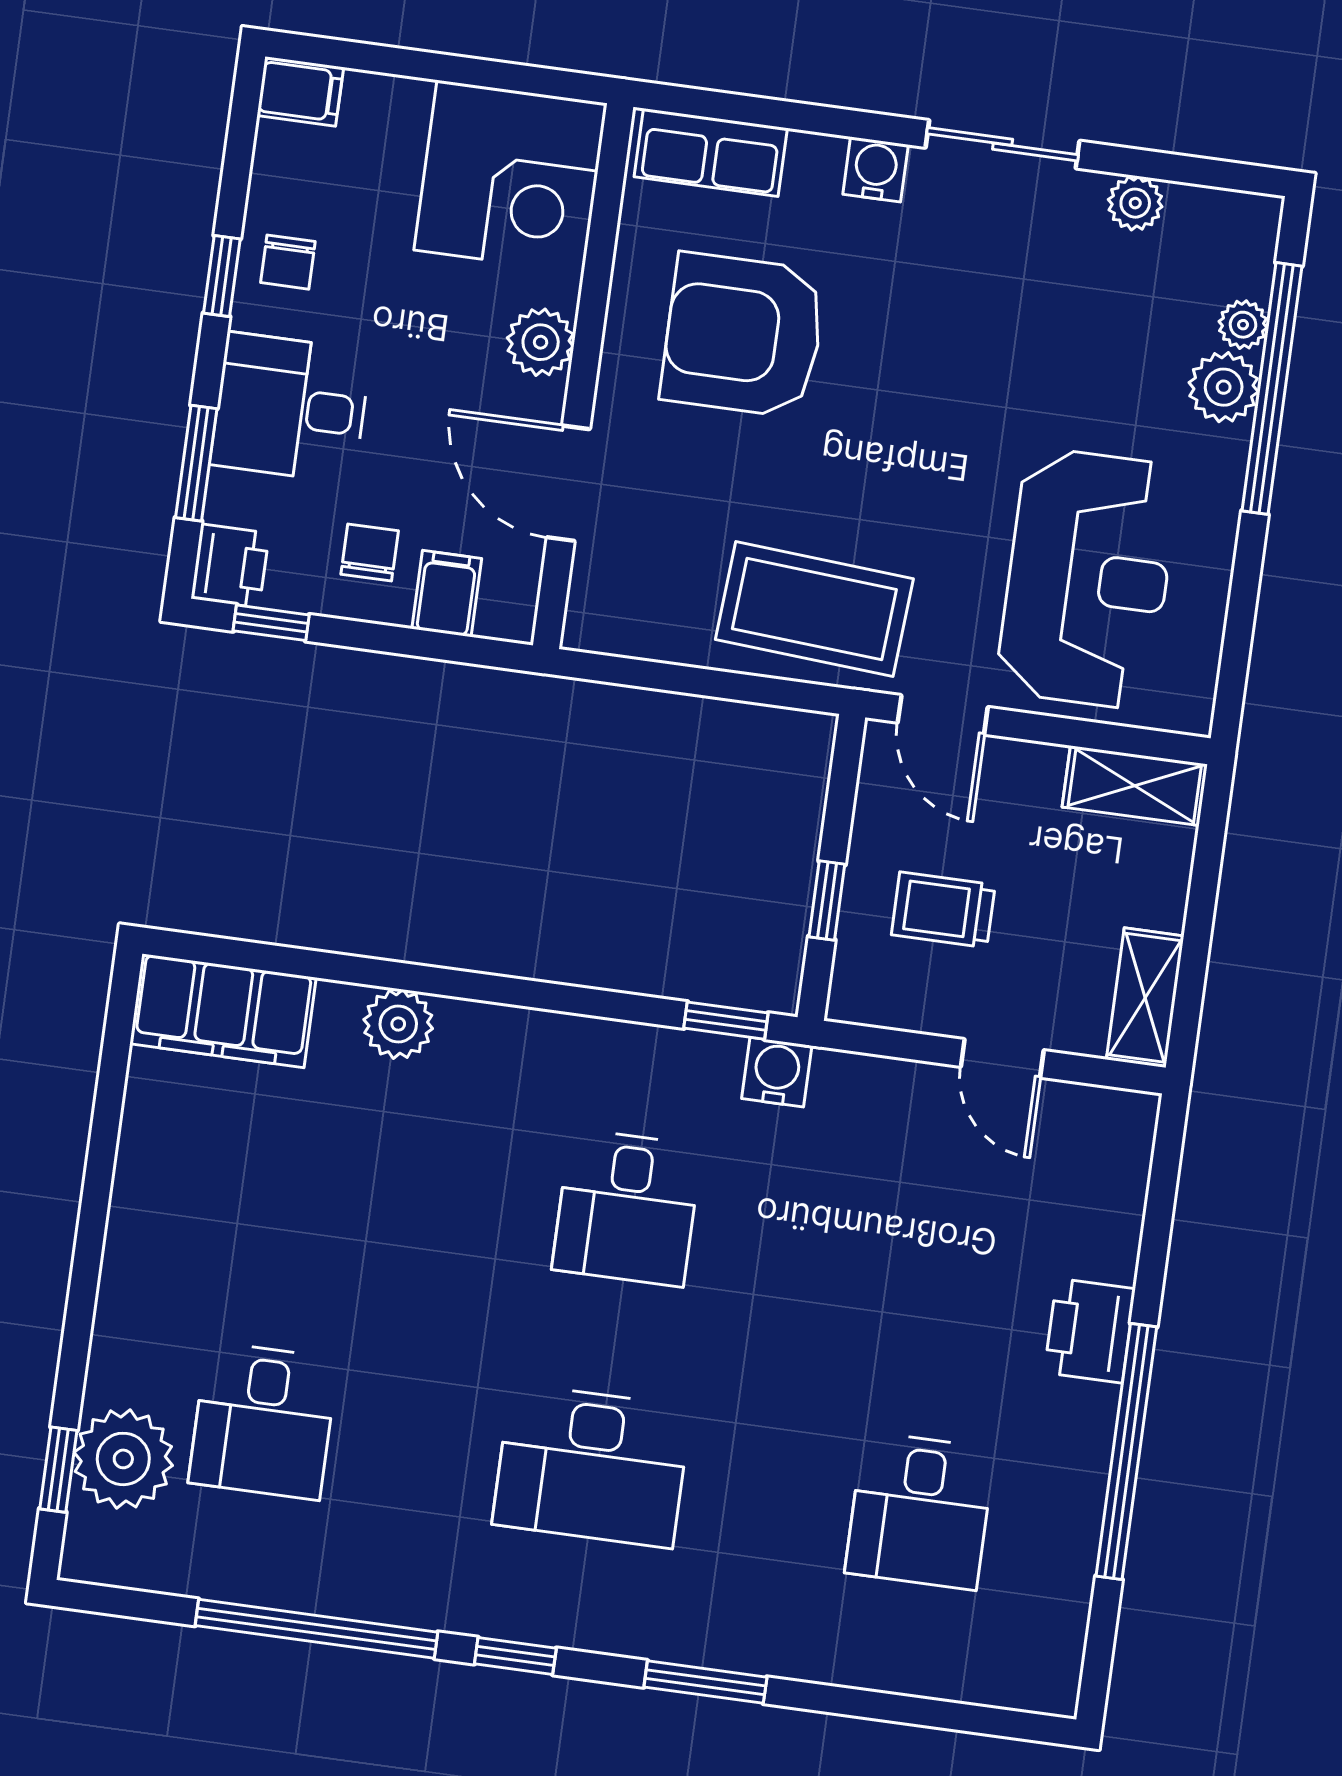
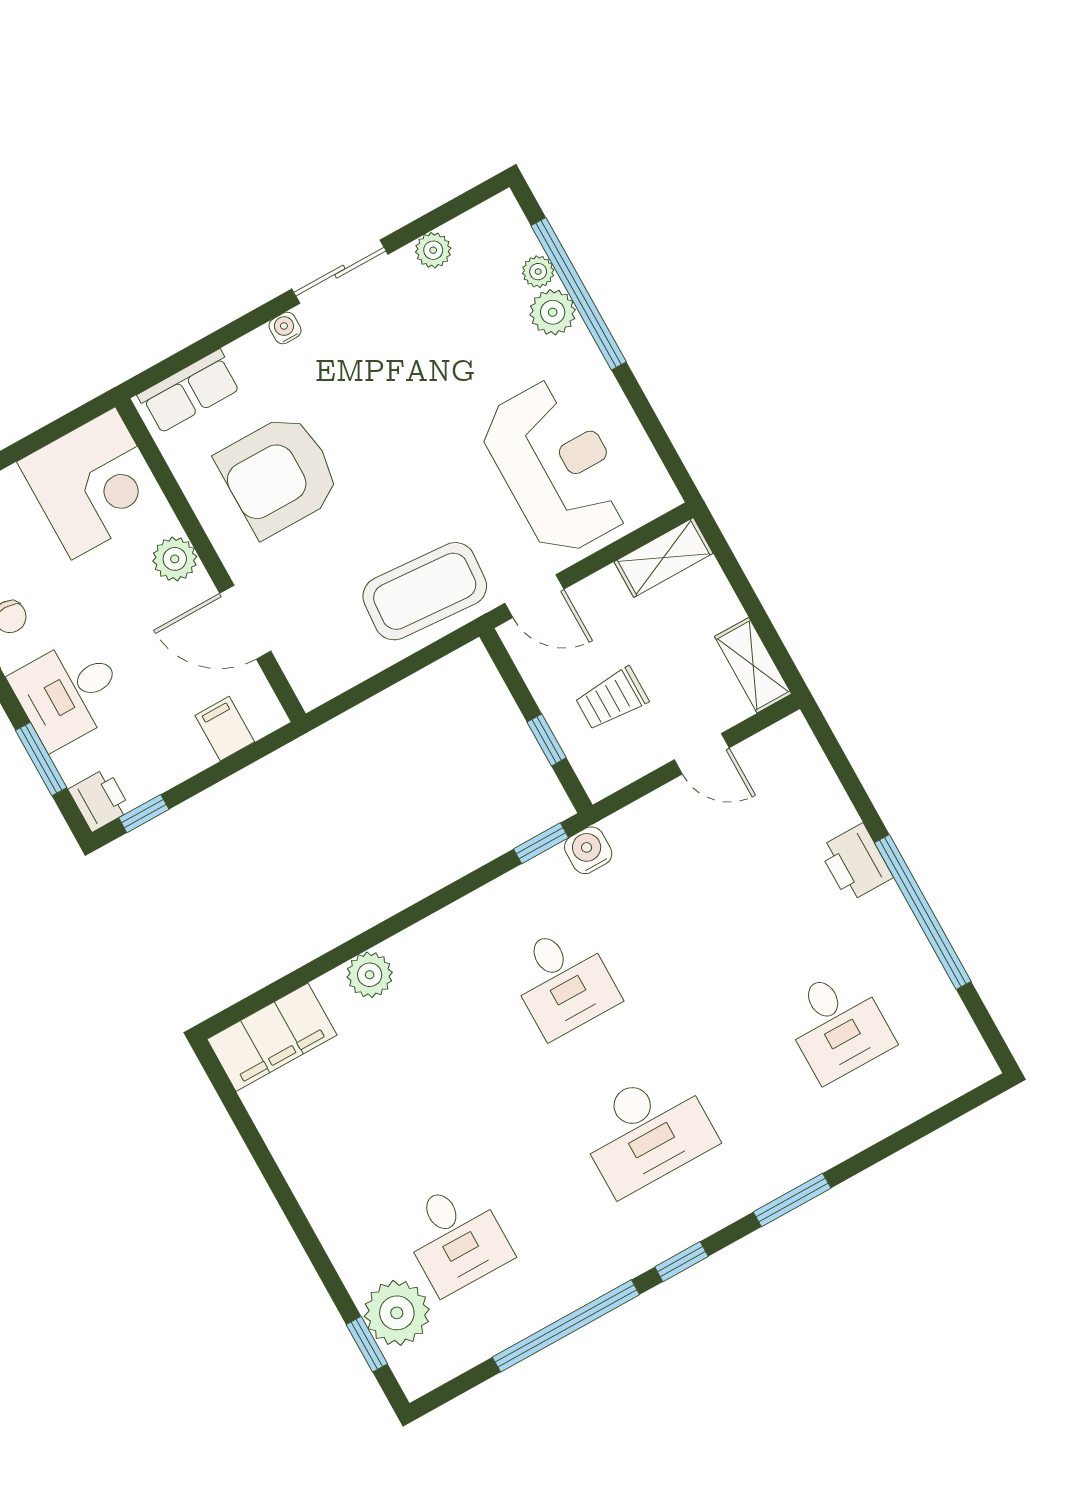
water cooler: (876, 169) -> (285, 328), width x0.72, depth x0.72
chair: (370, 552) -> (168, 737), removed

